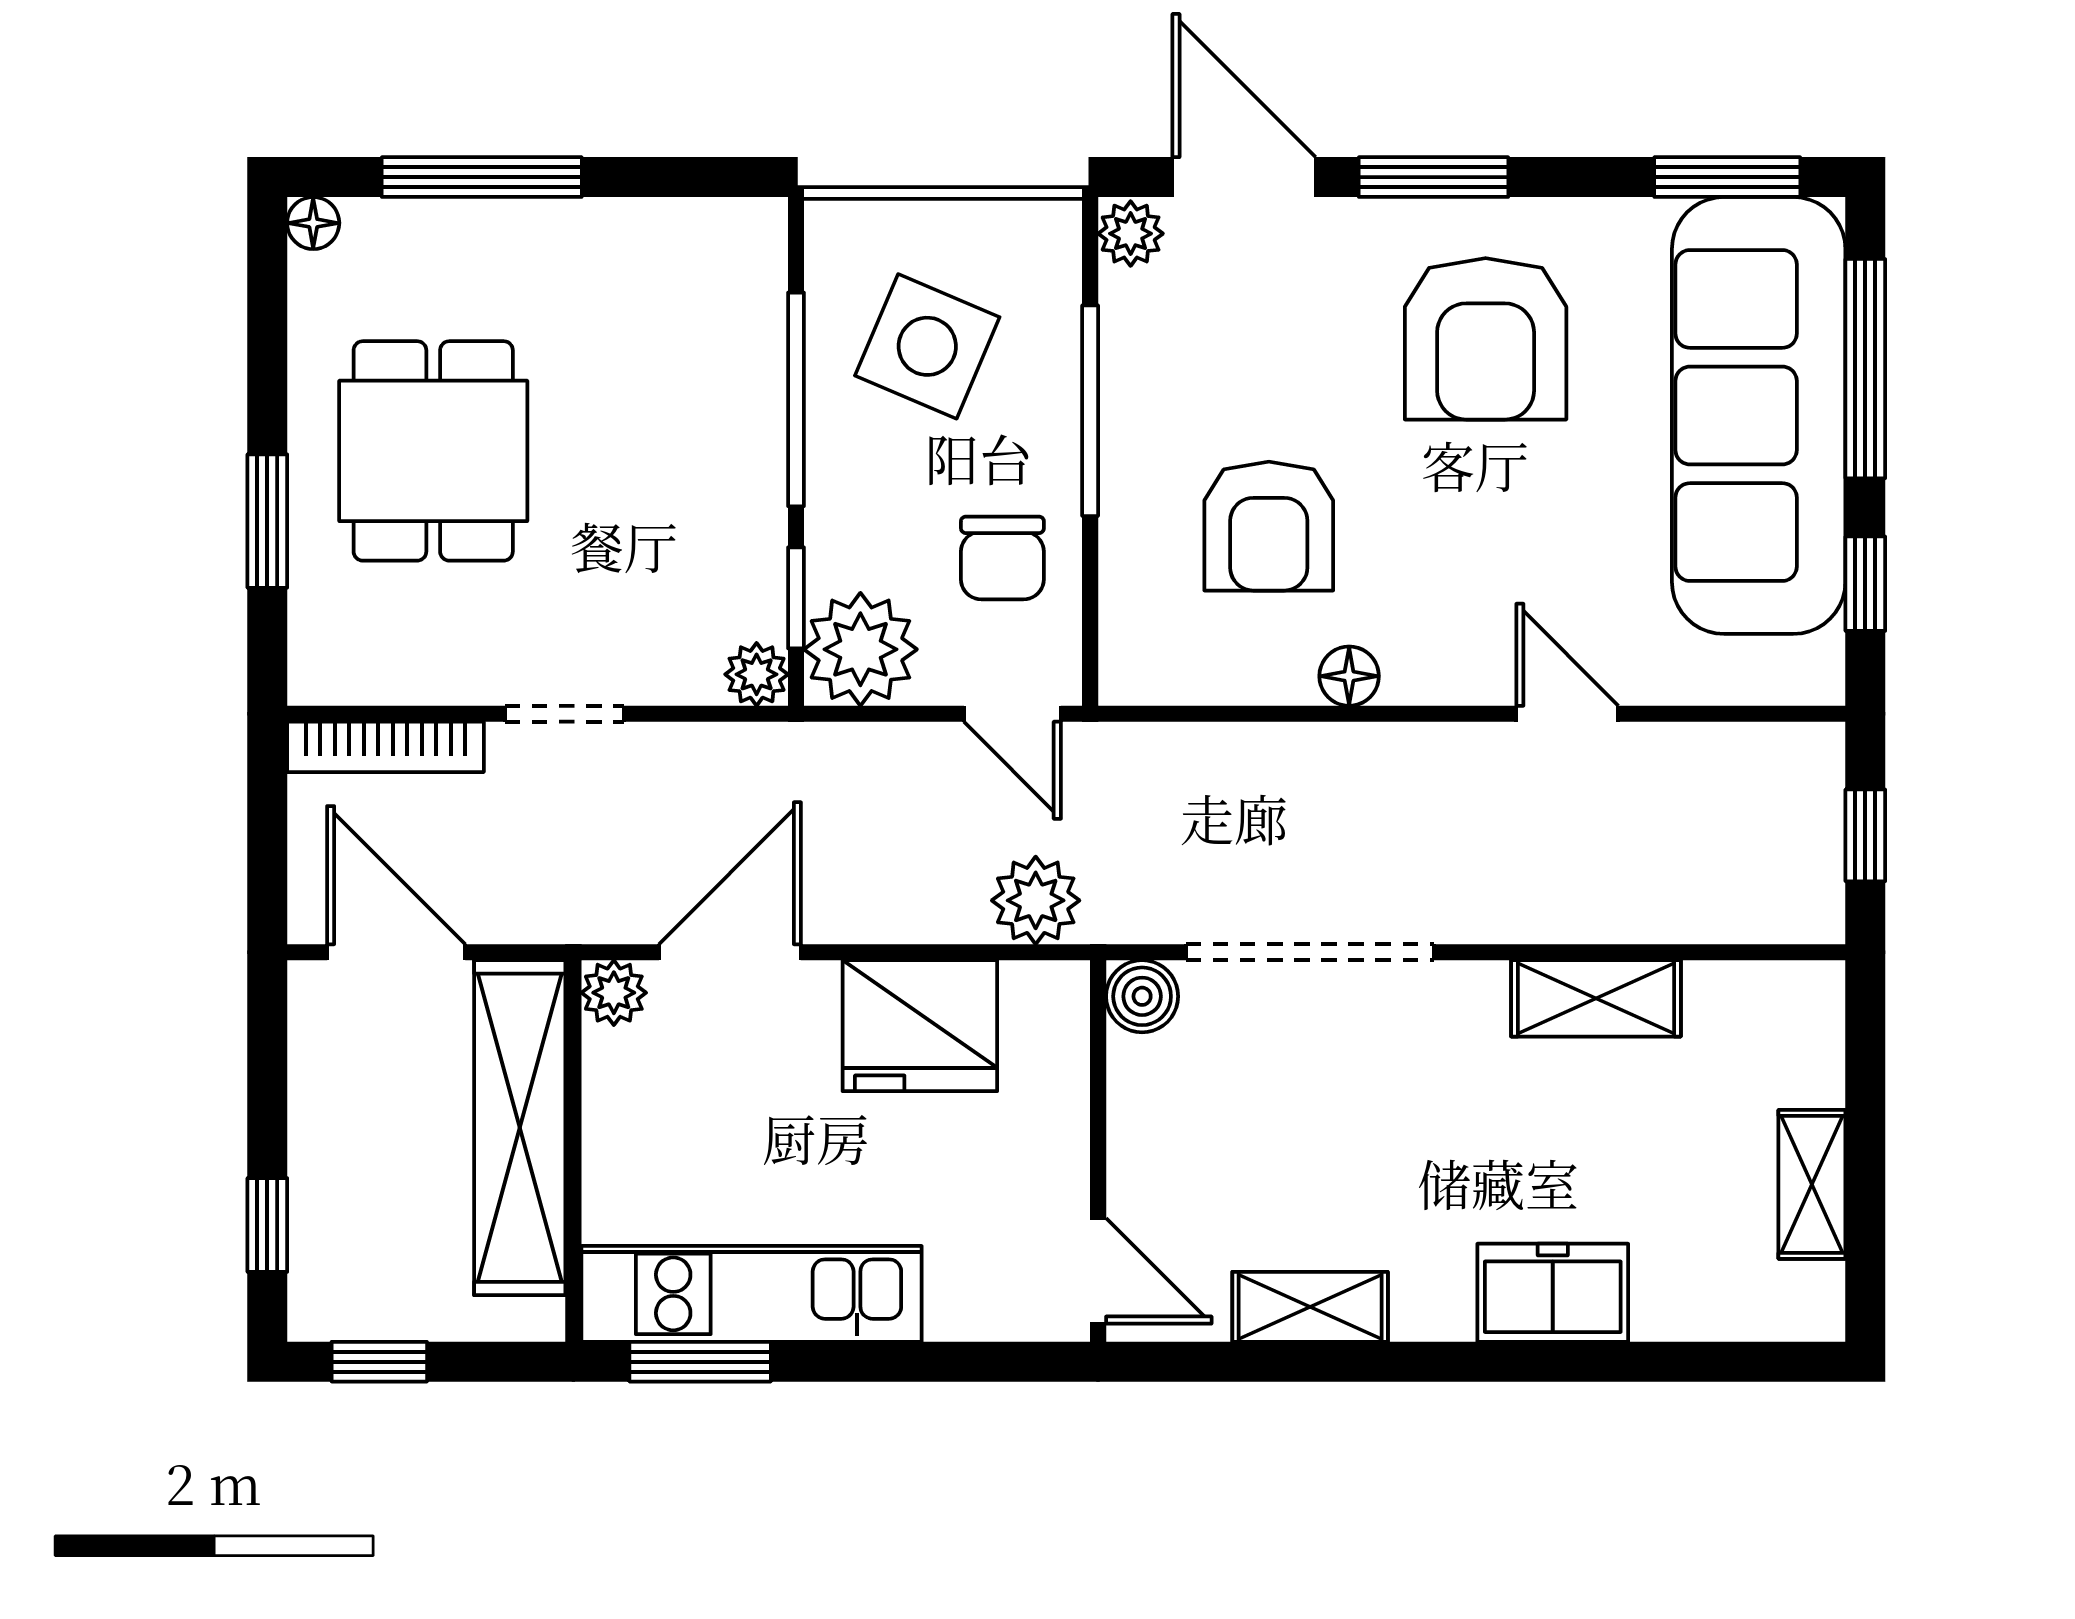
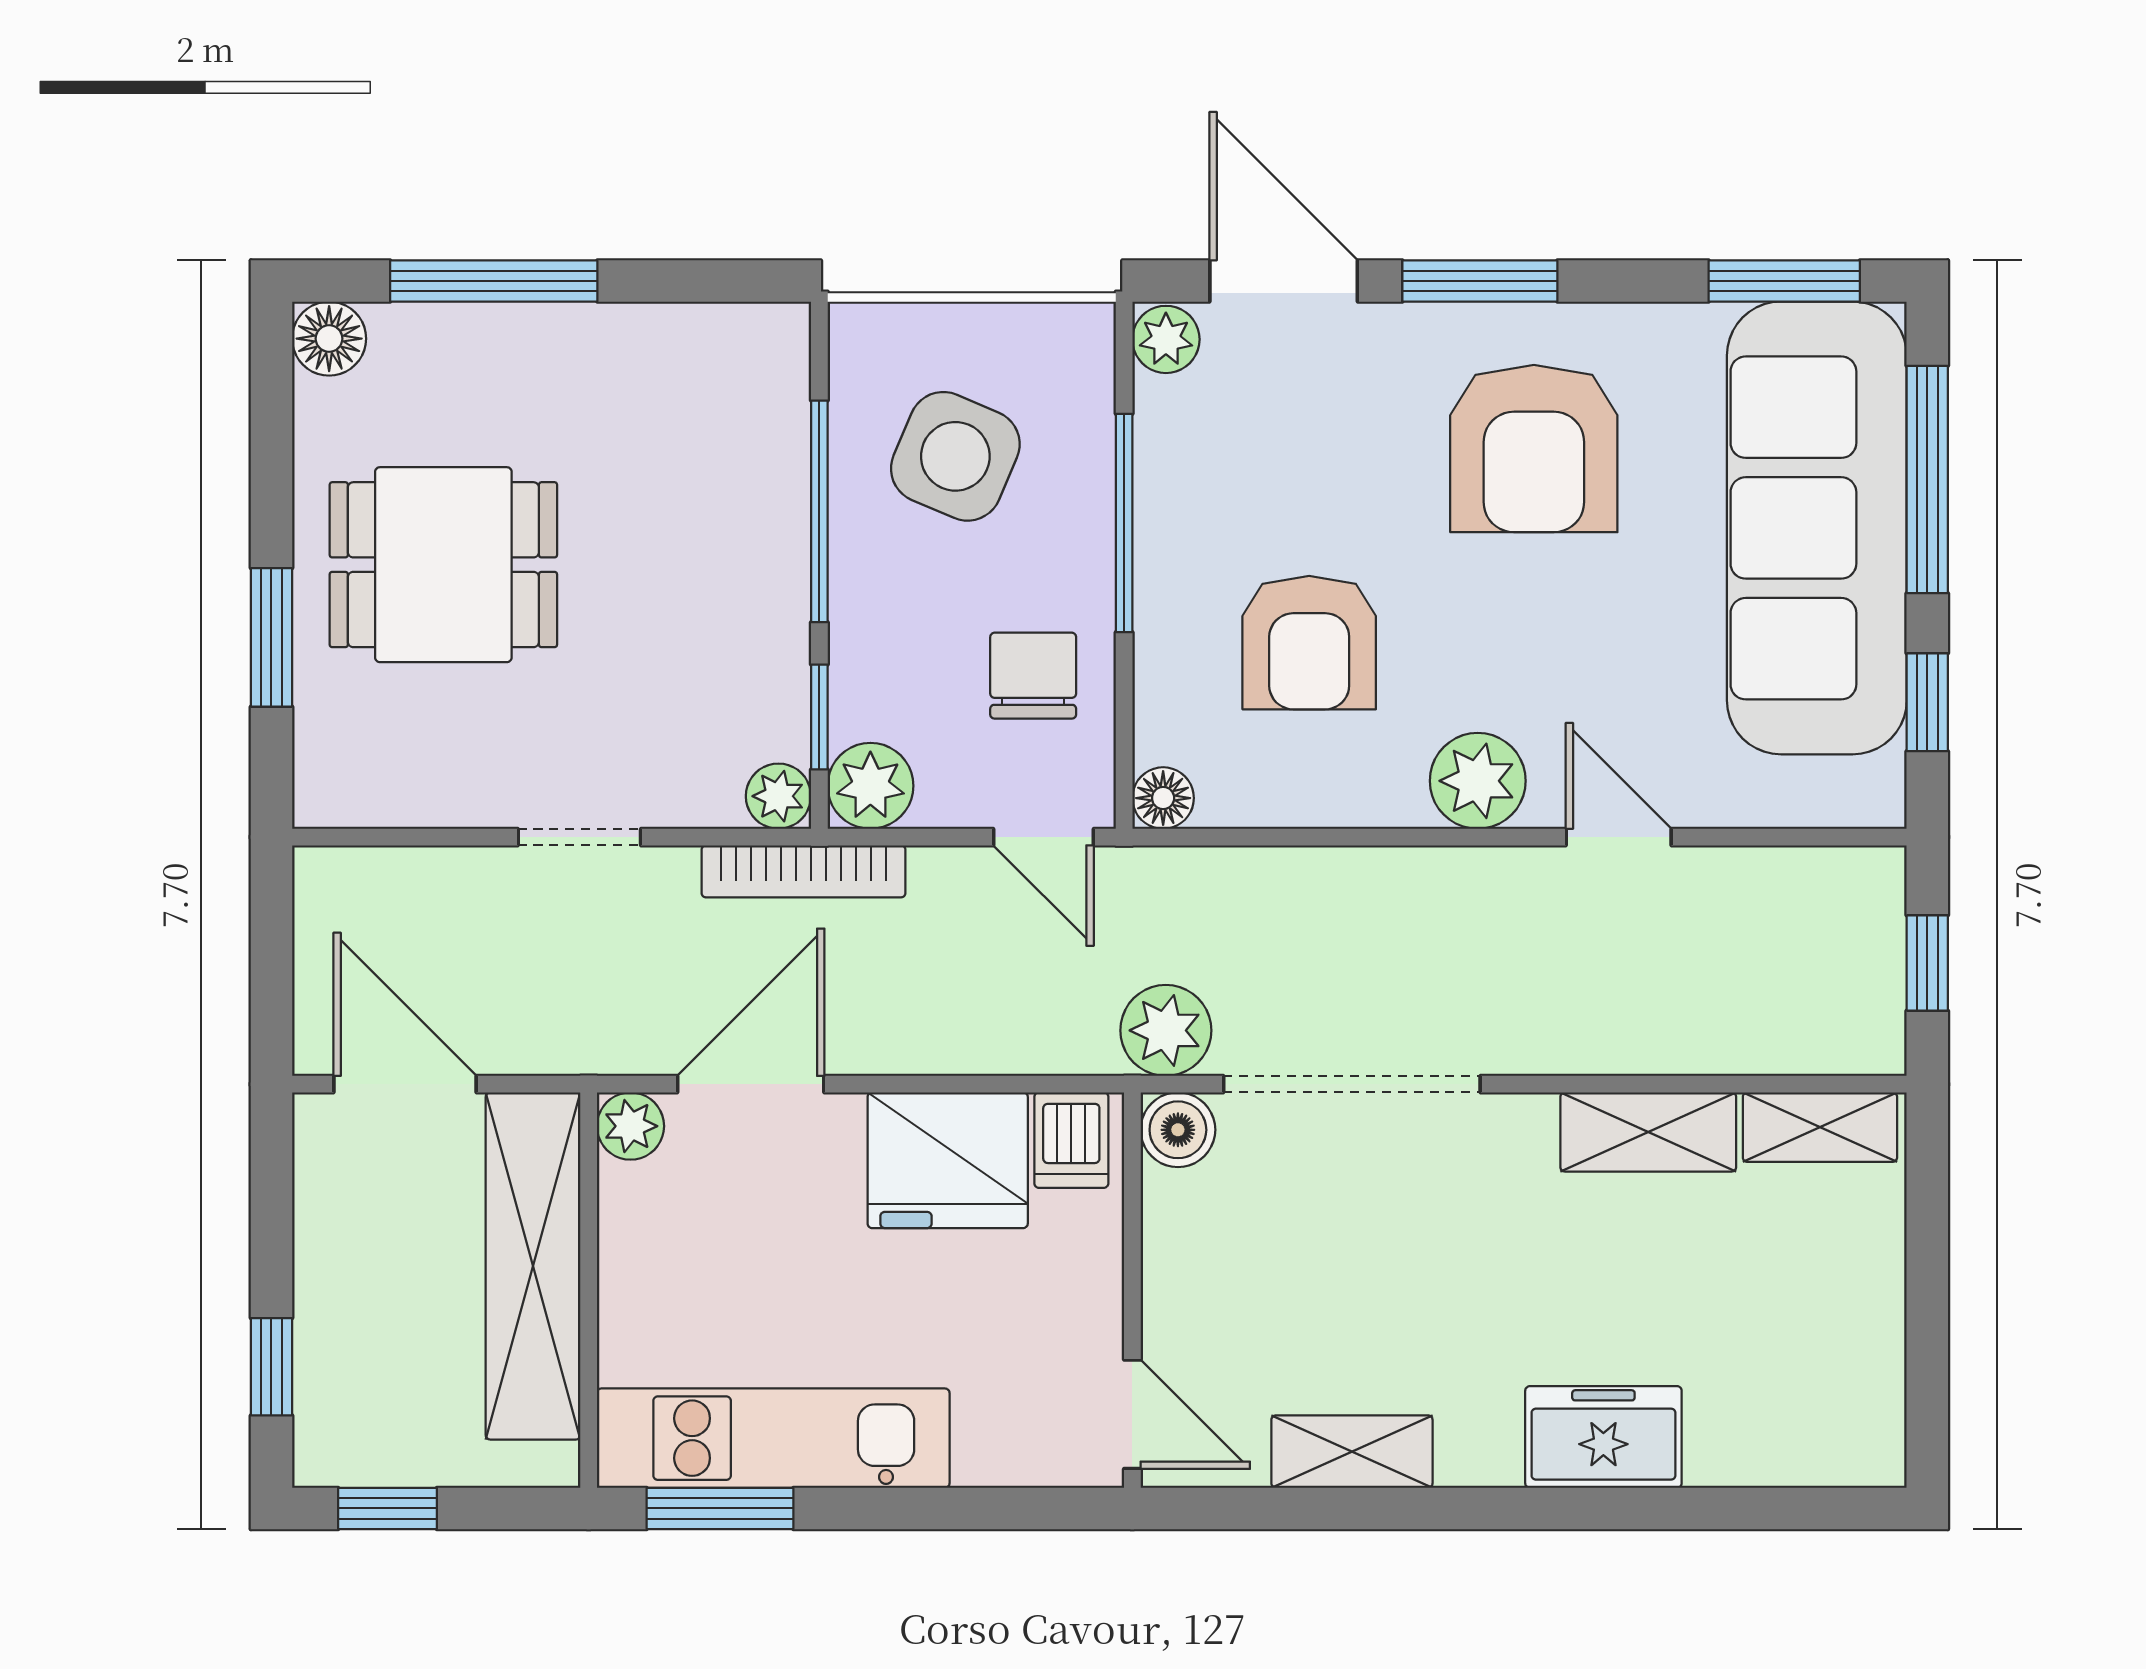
floor lamp: (313, 223) -> (329, 339), width x1.37, depth x1.37
dining table: (433, 451) -> (443, 565), turned 90
chair: (1002, 558) -> (1033, 676), turned 180
plant: (860, 649) -> (870, 786), width x0.73, depth x0.73
plant: (1431, 660) -> (1478, 781), added
floor lamp: (1349, 676) -> (1163, 798), moved
bookcase: (385, 747) -> (804, 871), moved
plant: (1036, 900) -> (1166, 1030), moved
dishwasher: (1039, 1006) -> (1071, 1140), added
shelving: (1812, 1184) -> (1820, 1127), moved, turned 90

